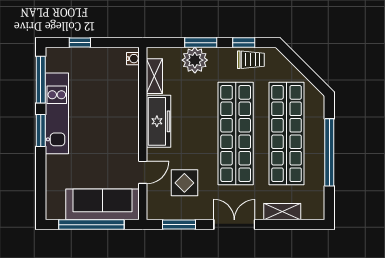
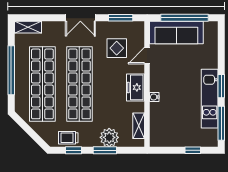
water cooler: (133, 59) -> (154, 97), moved
freezer: (159, 121) -> (136, 87), width x0.71
shelving: (282, 212) -> (28, 27), moved

